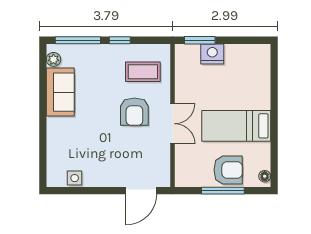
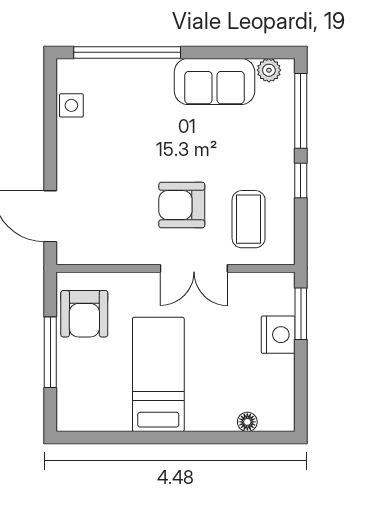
double door: (173, 124) -> (194, 268), moved
window: (43, 145) -> (127, 52), added
armchair: (228, 170) -> (84, 314), moved
floor lamp: (265, 176) -> (247, 422), moved

